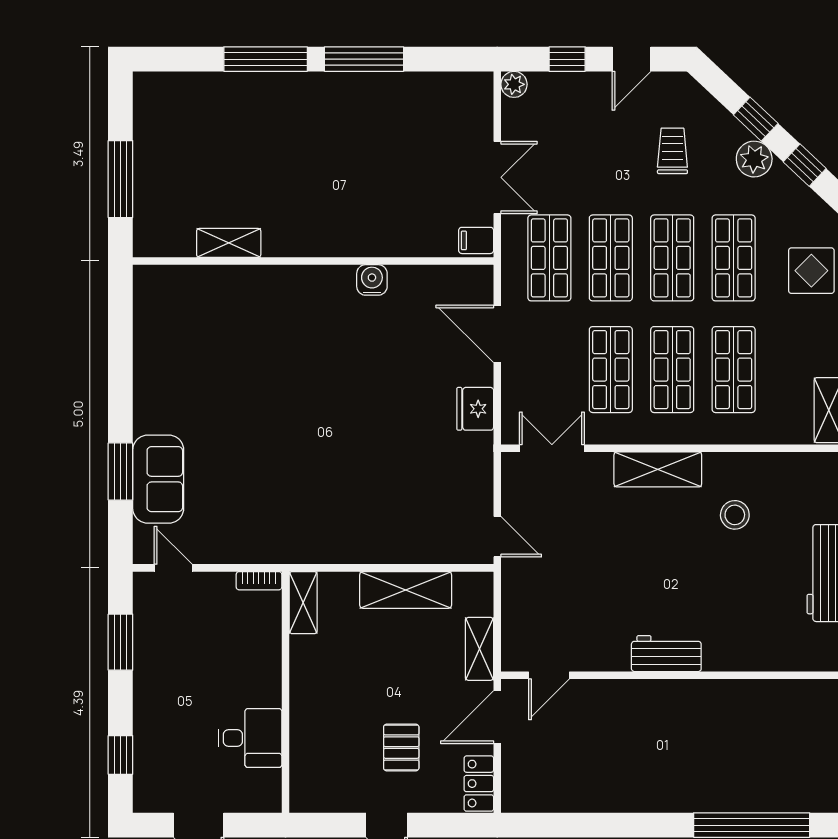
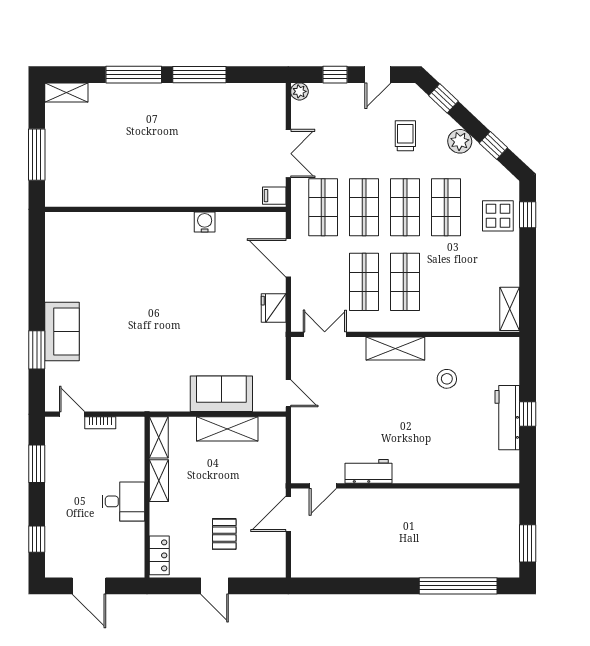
window: (756, 119) -> (443, 98), moved
shelving: (229, 243) -> (66, 92), moved
shop shelf: (734, 370) -> (446, 282), removed
sofa: (158, 479) -> (62, 332), moved
sofa: (397, 537) -> (221, 394), added
bookcase: (259, 581) -> (100, 423), moved
shelving: (479, 649) -> (159, 481), moved
workbench: (666, 654) -> (369, 471), moved
desk: (250, 738) -> (123, 501), moved
locker: (479, 784) -> (159, 555), moved, turned 180

